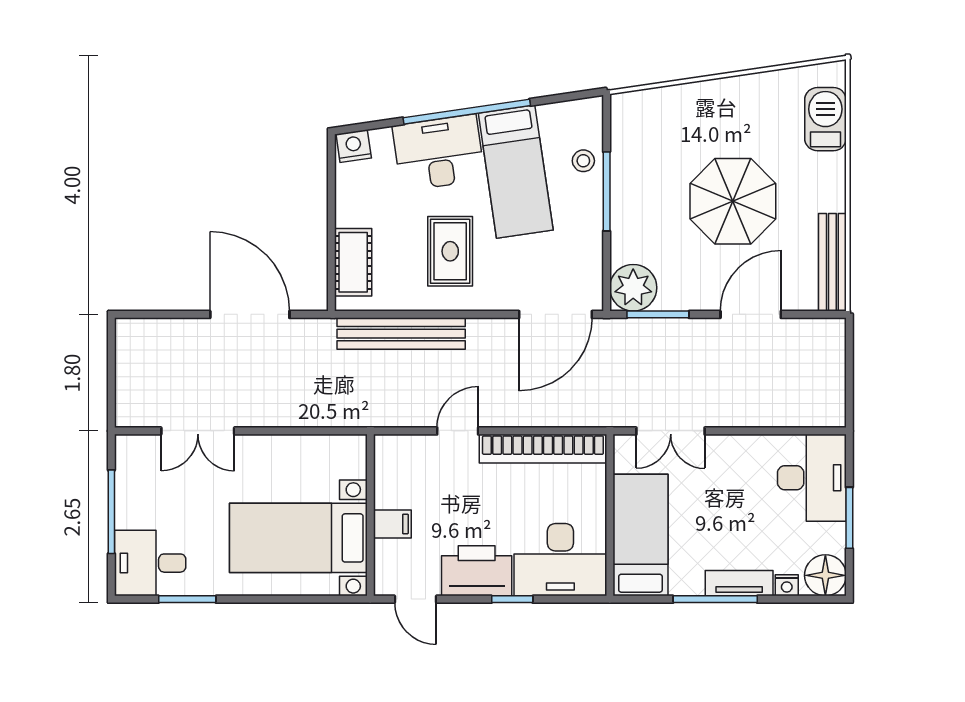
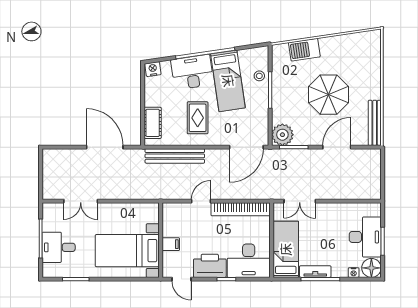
barbecue: (825, 119) -> (304, 50), moved, turned -98
desk: (812, 478) -> (365, 237), moved
desk: (150, 563) -> (59, 247), moved
tv unit: (739, 583) -> (315, 272), moved

